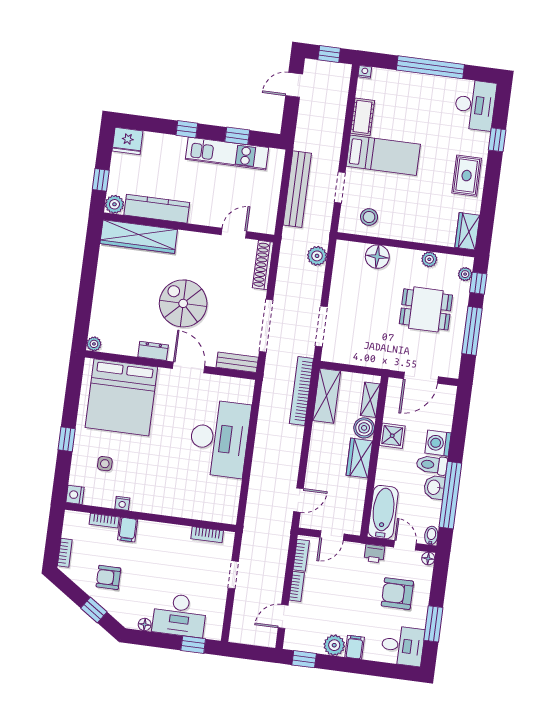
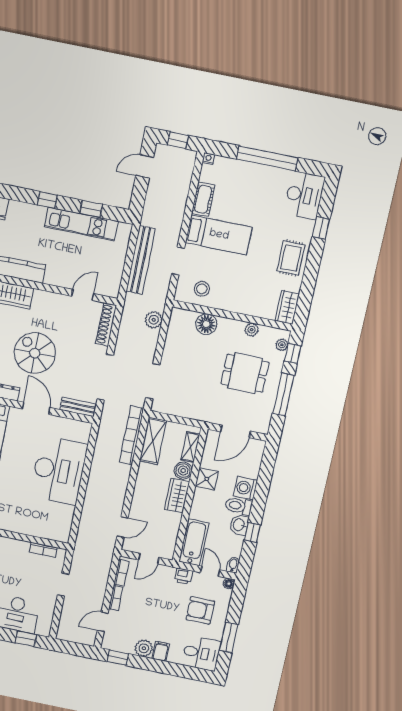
window: (450, 495) -> (252, 532), width x0.32

